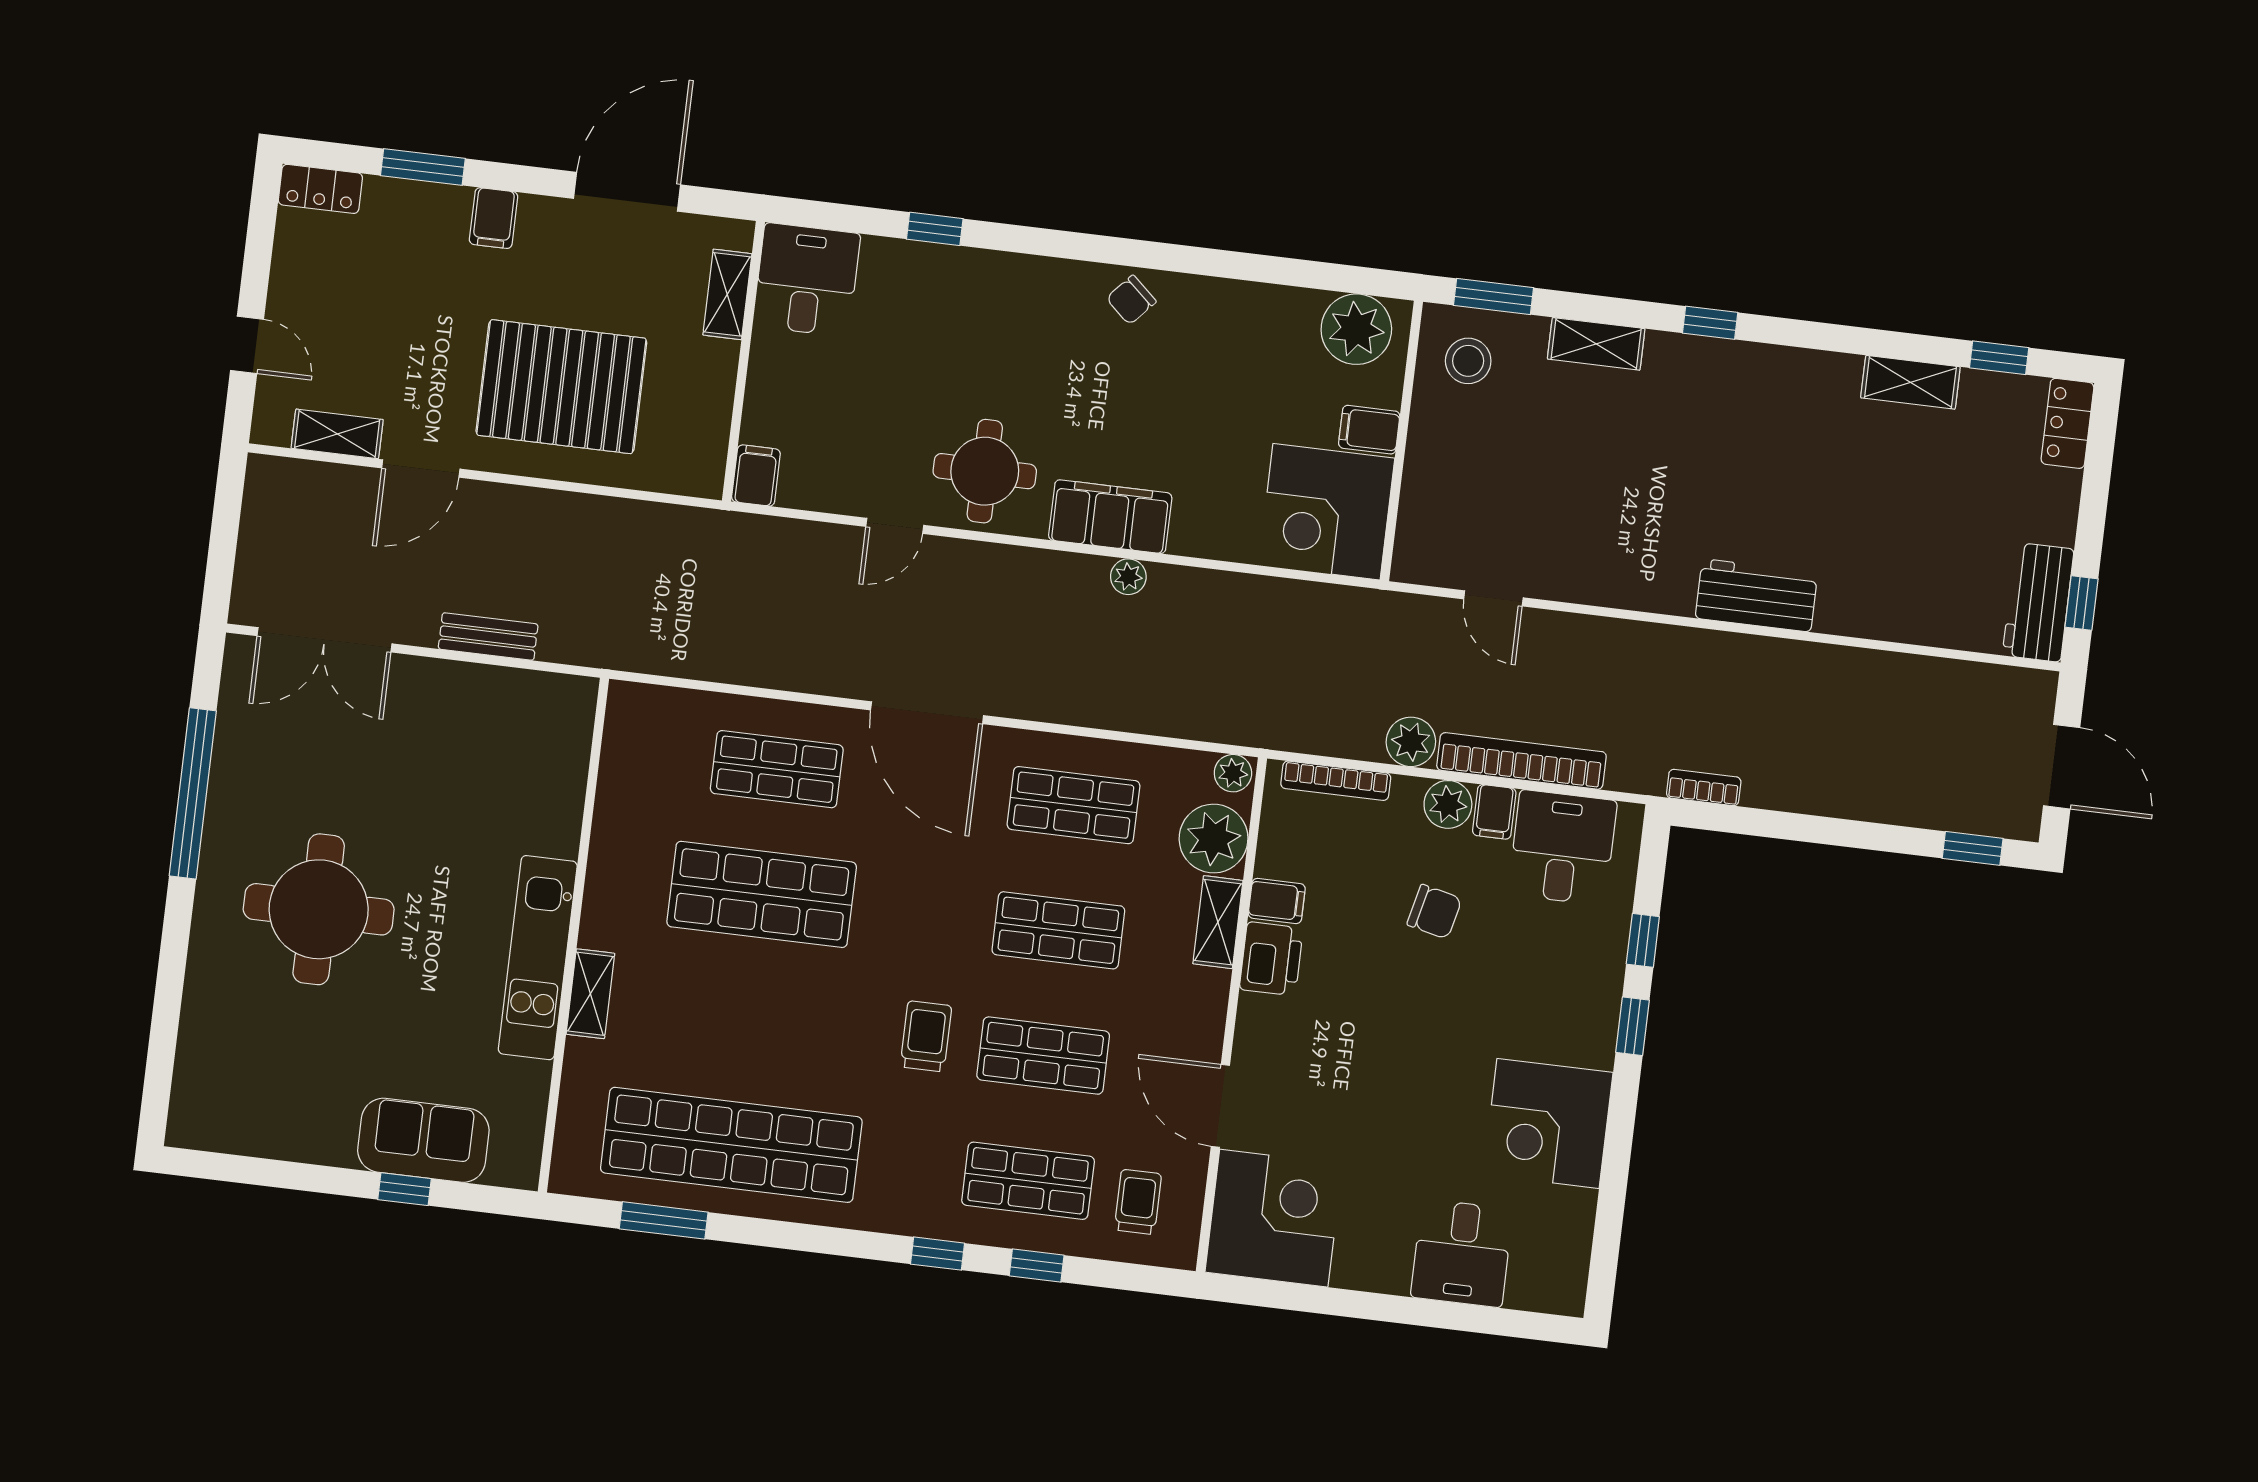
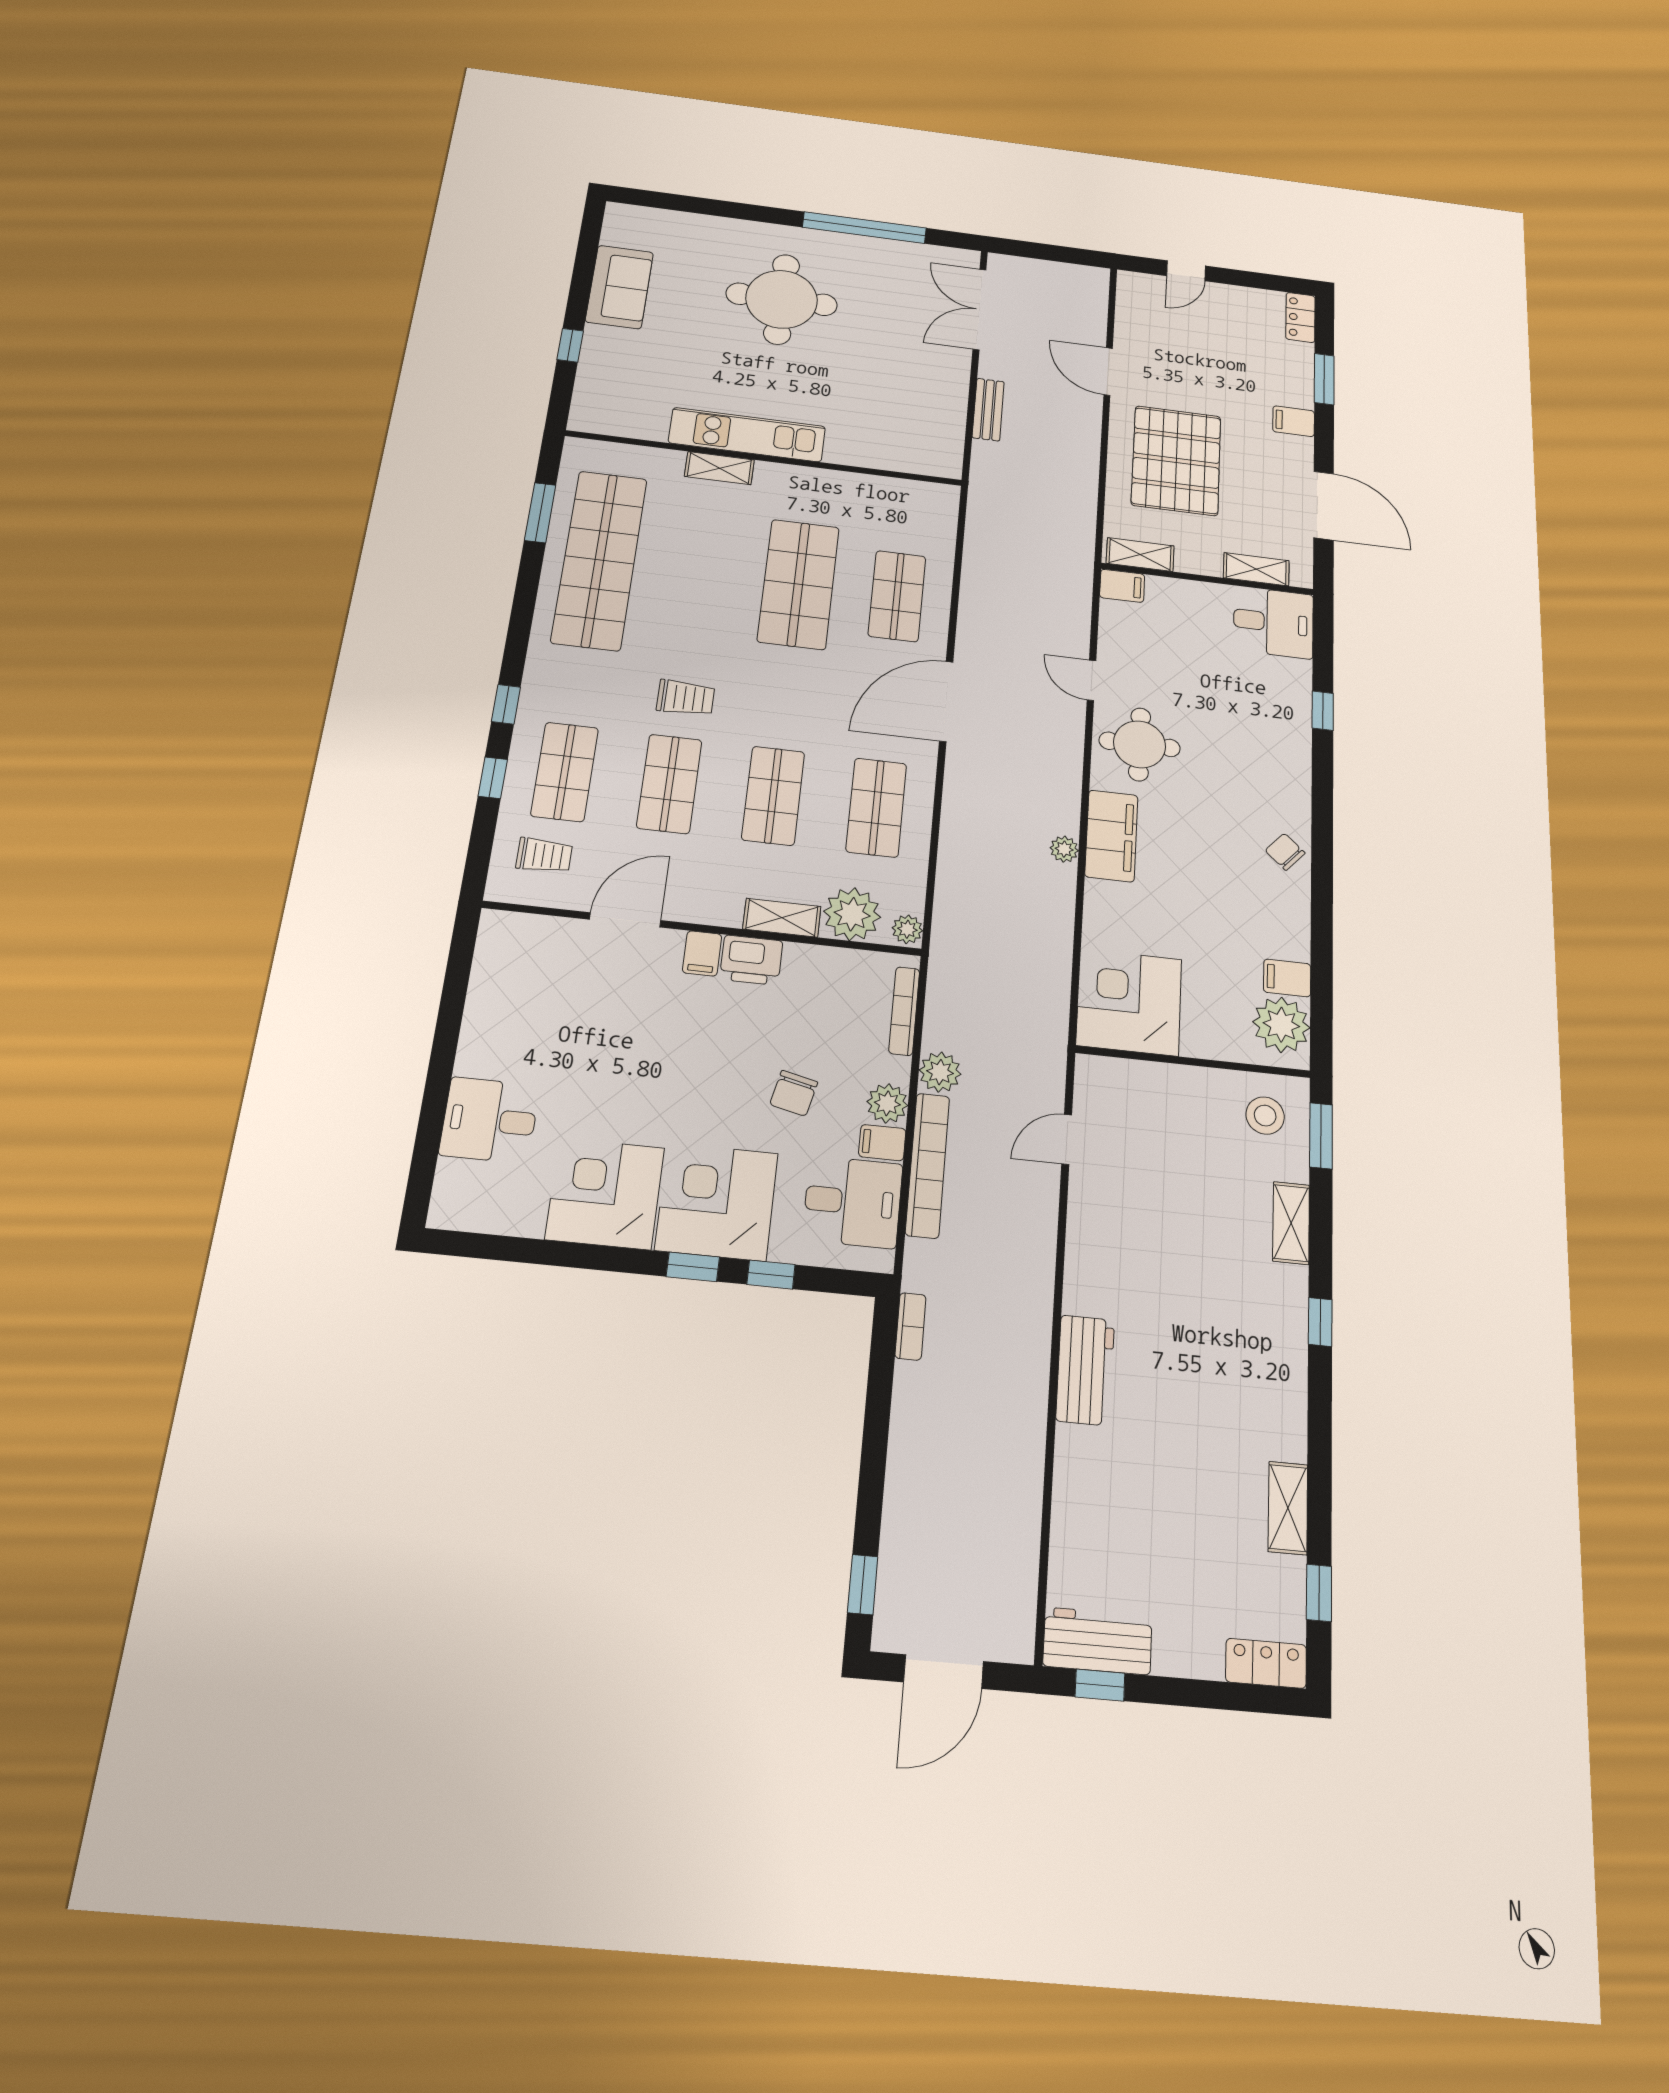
filing cabinet: (1369, 430) -> (1287, 978), moved, turned -90
shelving: (337, 434) -> (1140, 555), moved, turned 90
filing cabinet: (1277, 901) -> (702, 953), moved
sofa: (423, 1140) -> (619, 287), moved
corner desk: (1274, 1218) -> (717, 1202), moved, turned 180

